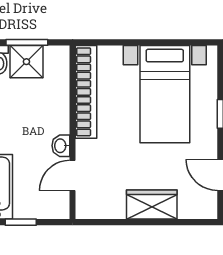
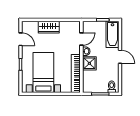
shower: (26, 62) -> (89, 63), moved

